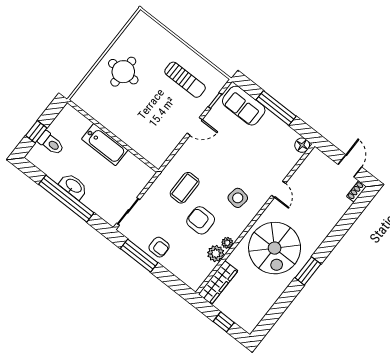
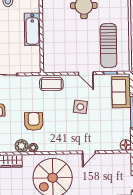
sun lounger: (185, 80) -> (108, 46), width x1.36, depth x1.34
coffee table: (185, 188) -> (51, 84), moved
side table: (238, 198) -> (80, 107), moved

